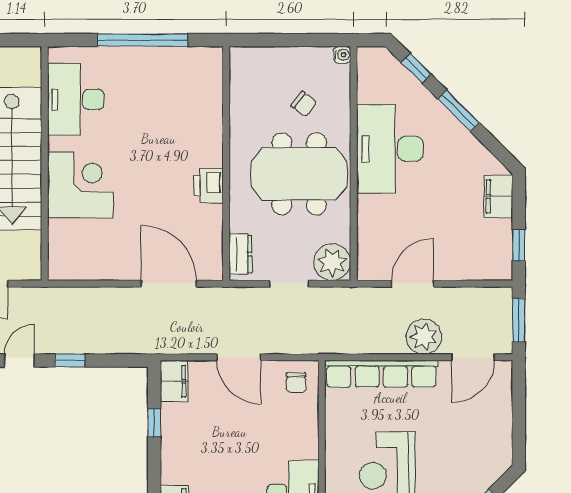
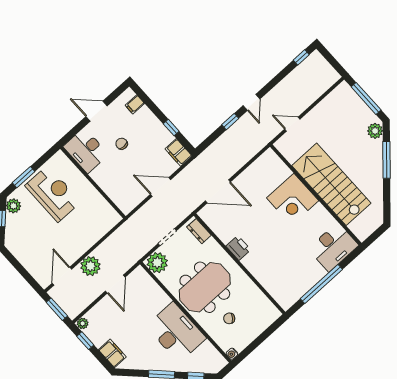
desk: (76, 99) -> (333, 247), moved, turned 90
plant: (502, 271) -> (83, 323), added
row of seats: (381, 374) -> (94, 234), removed
chair: (296, 383) -> (122, 144), moved

